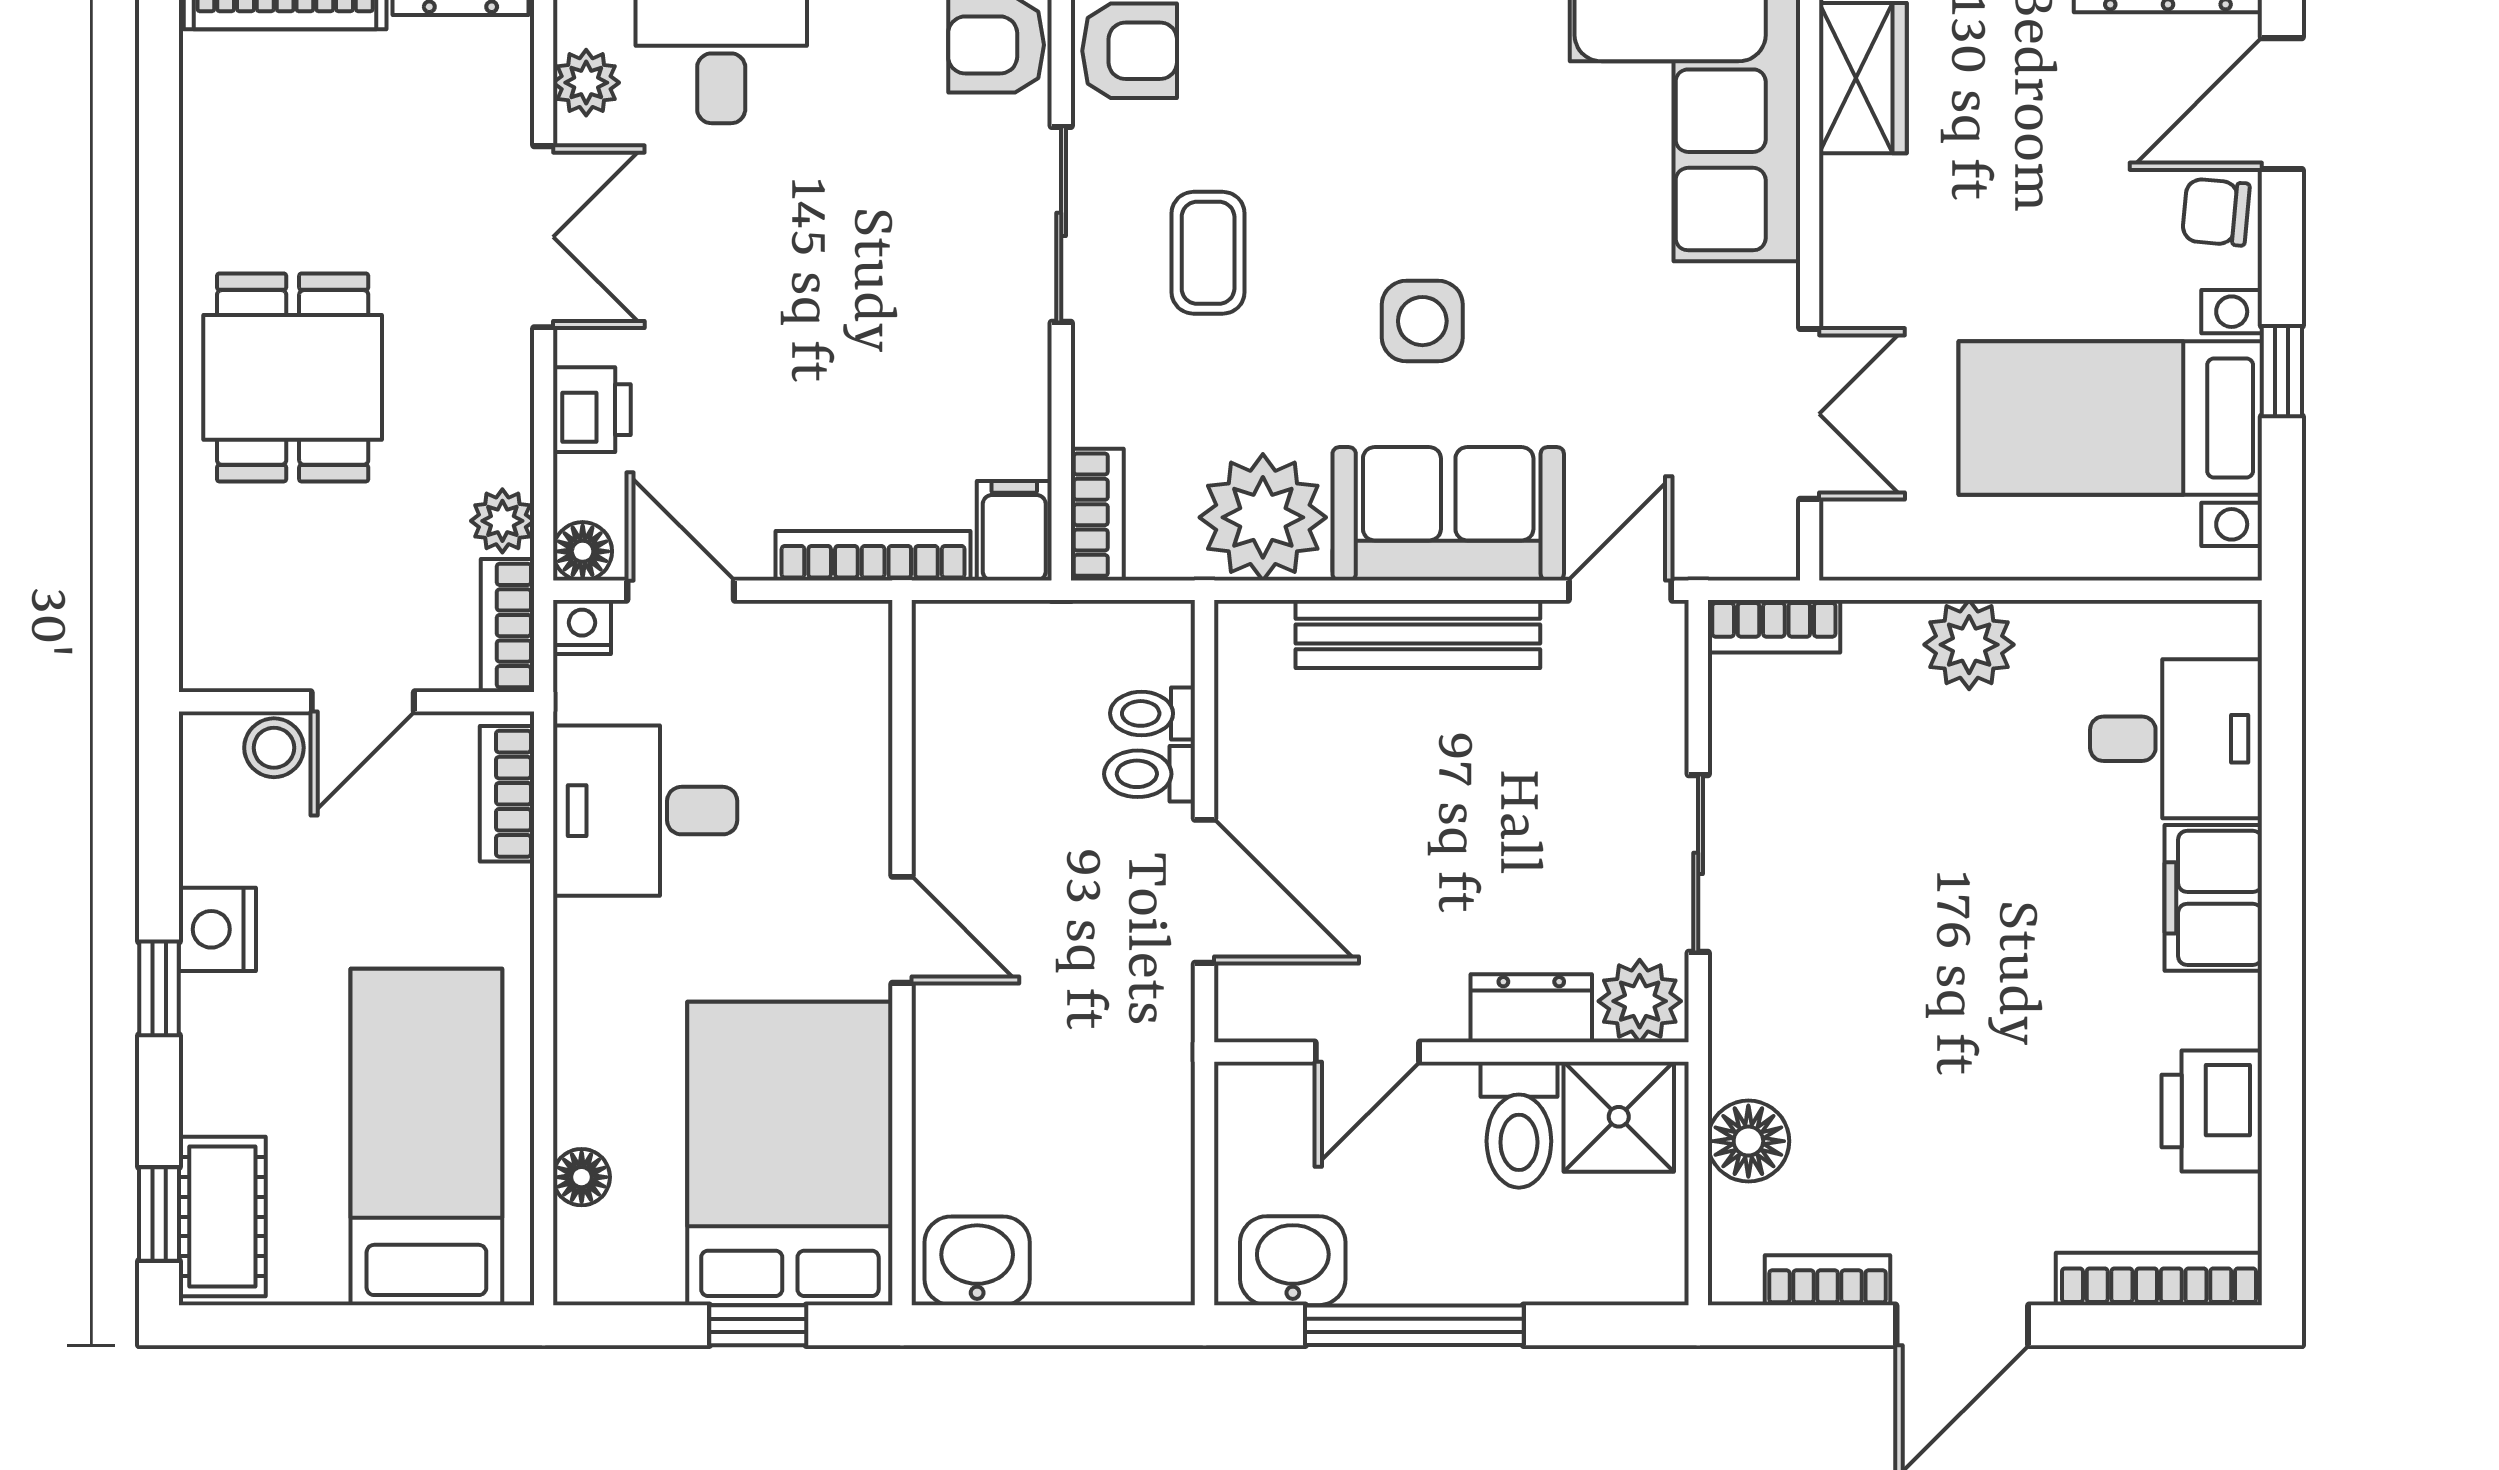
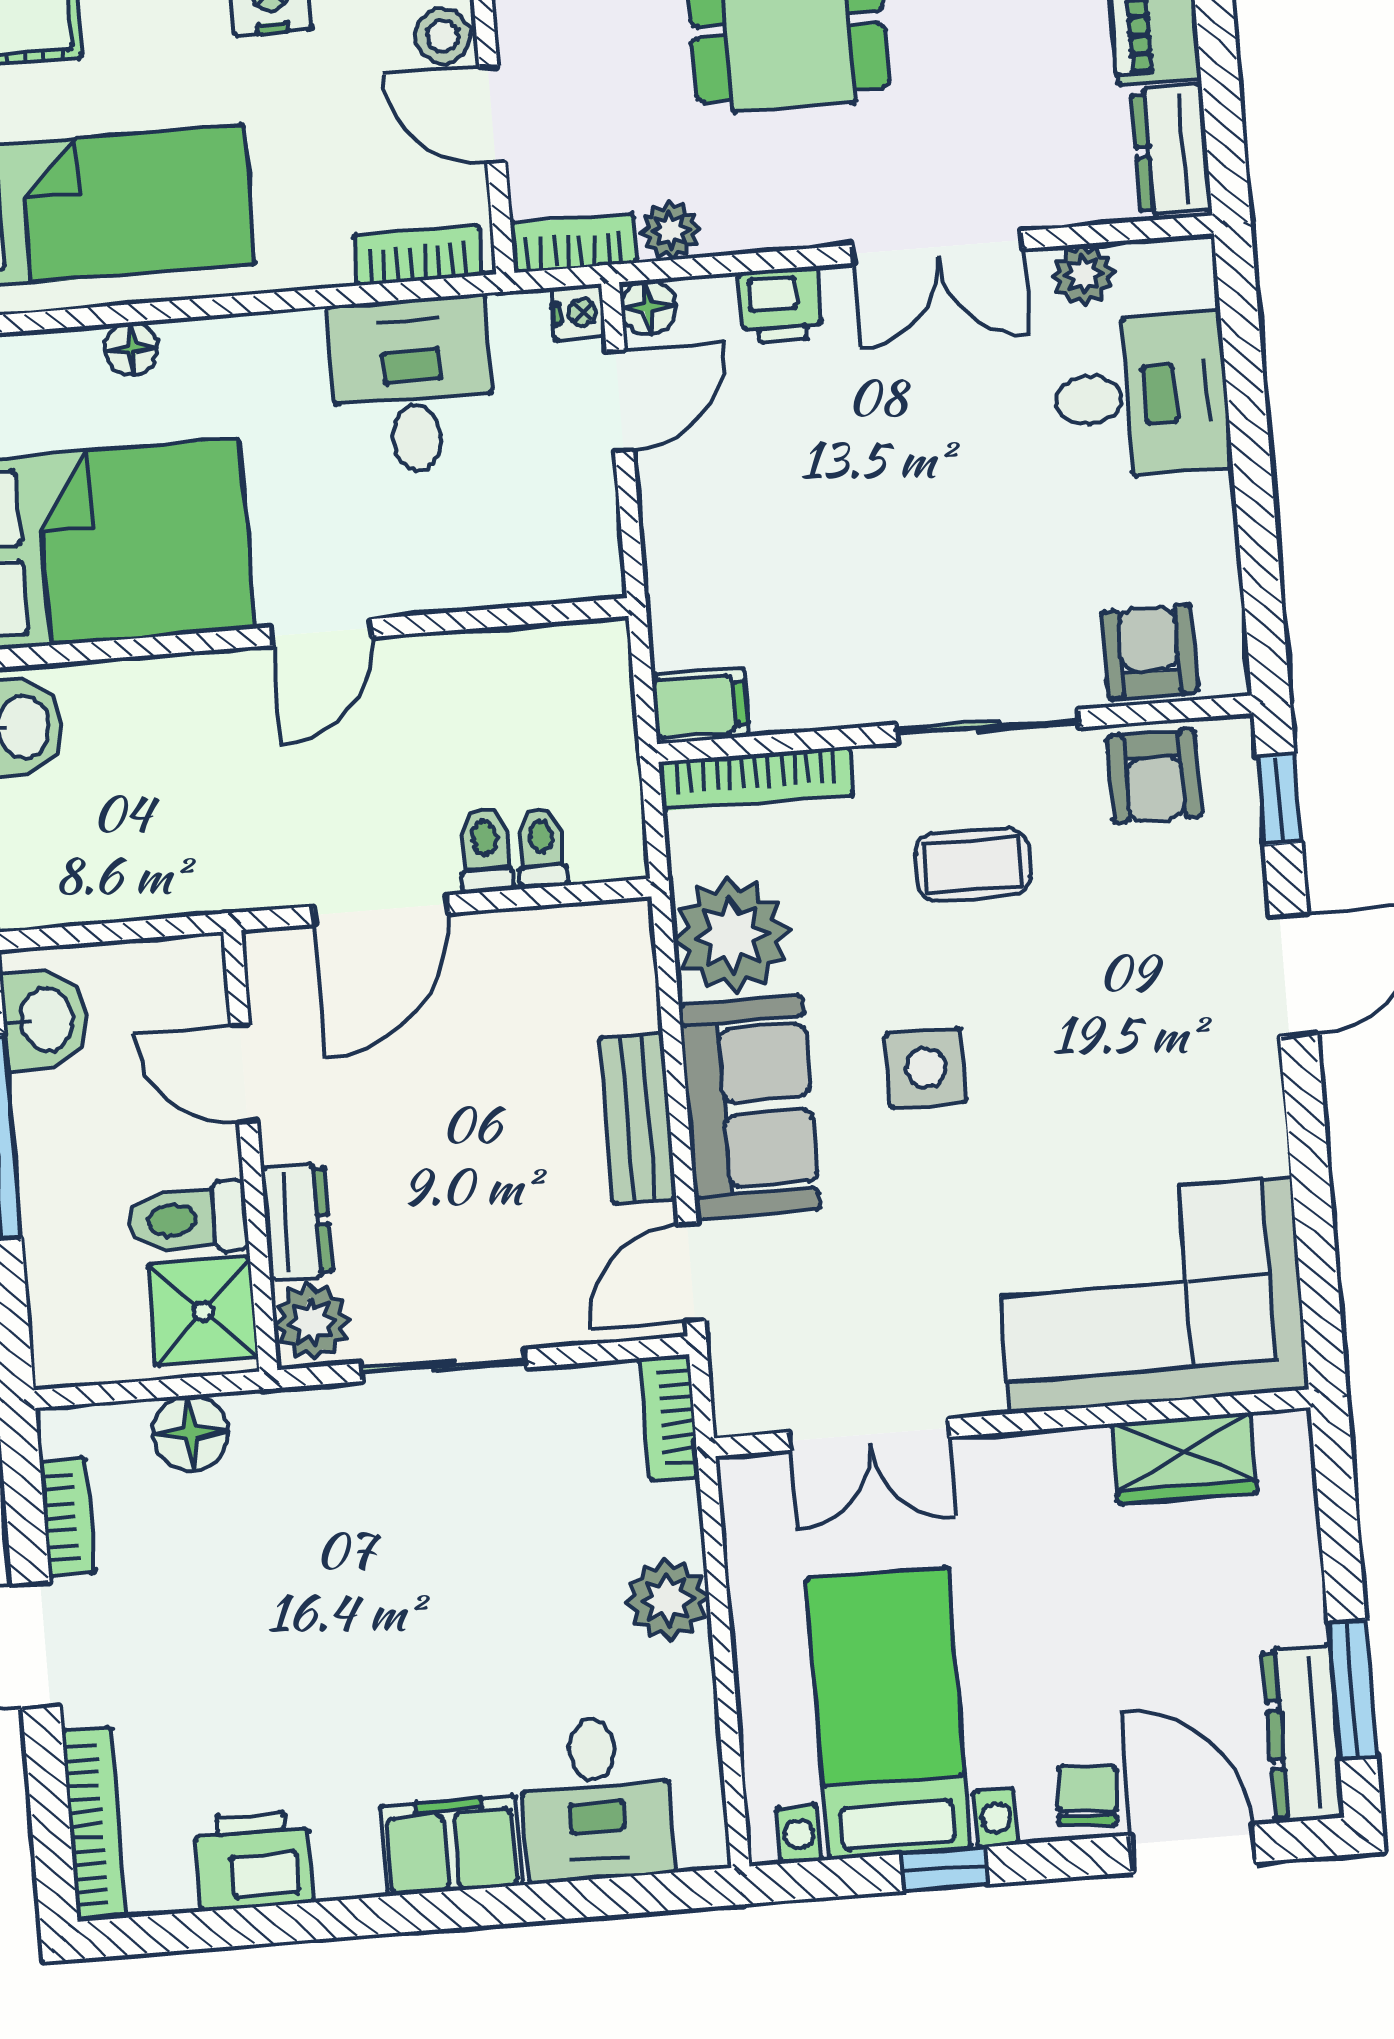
bookcase: (1097, 515) -> (756, 779), width x1.56
bookcase: (873, 556) -> (666, 577), removed
door: (1620, 590) -> (691, 1272), swing flipped
bench: (1418, 634) -> (638, 1118), width x0.73
floor lamp: (582, 1177) -> (131, 349), moved

